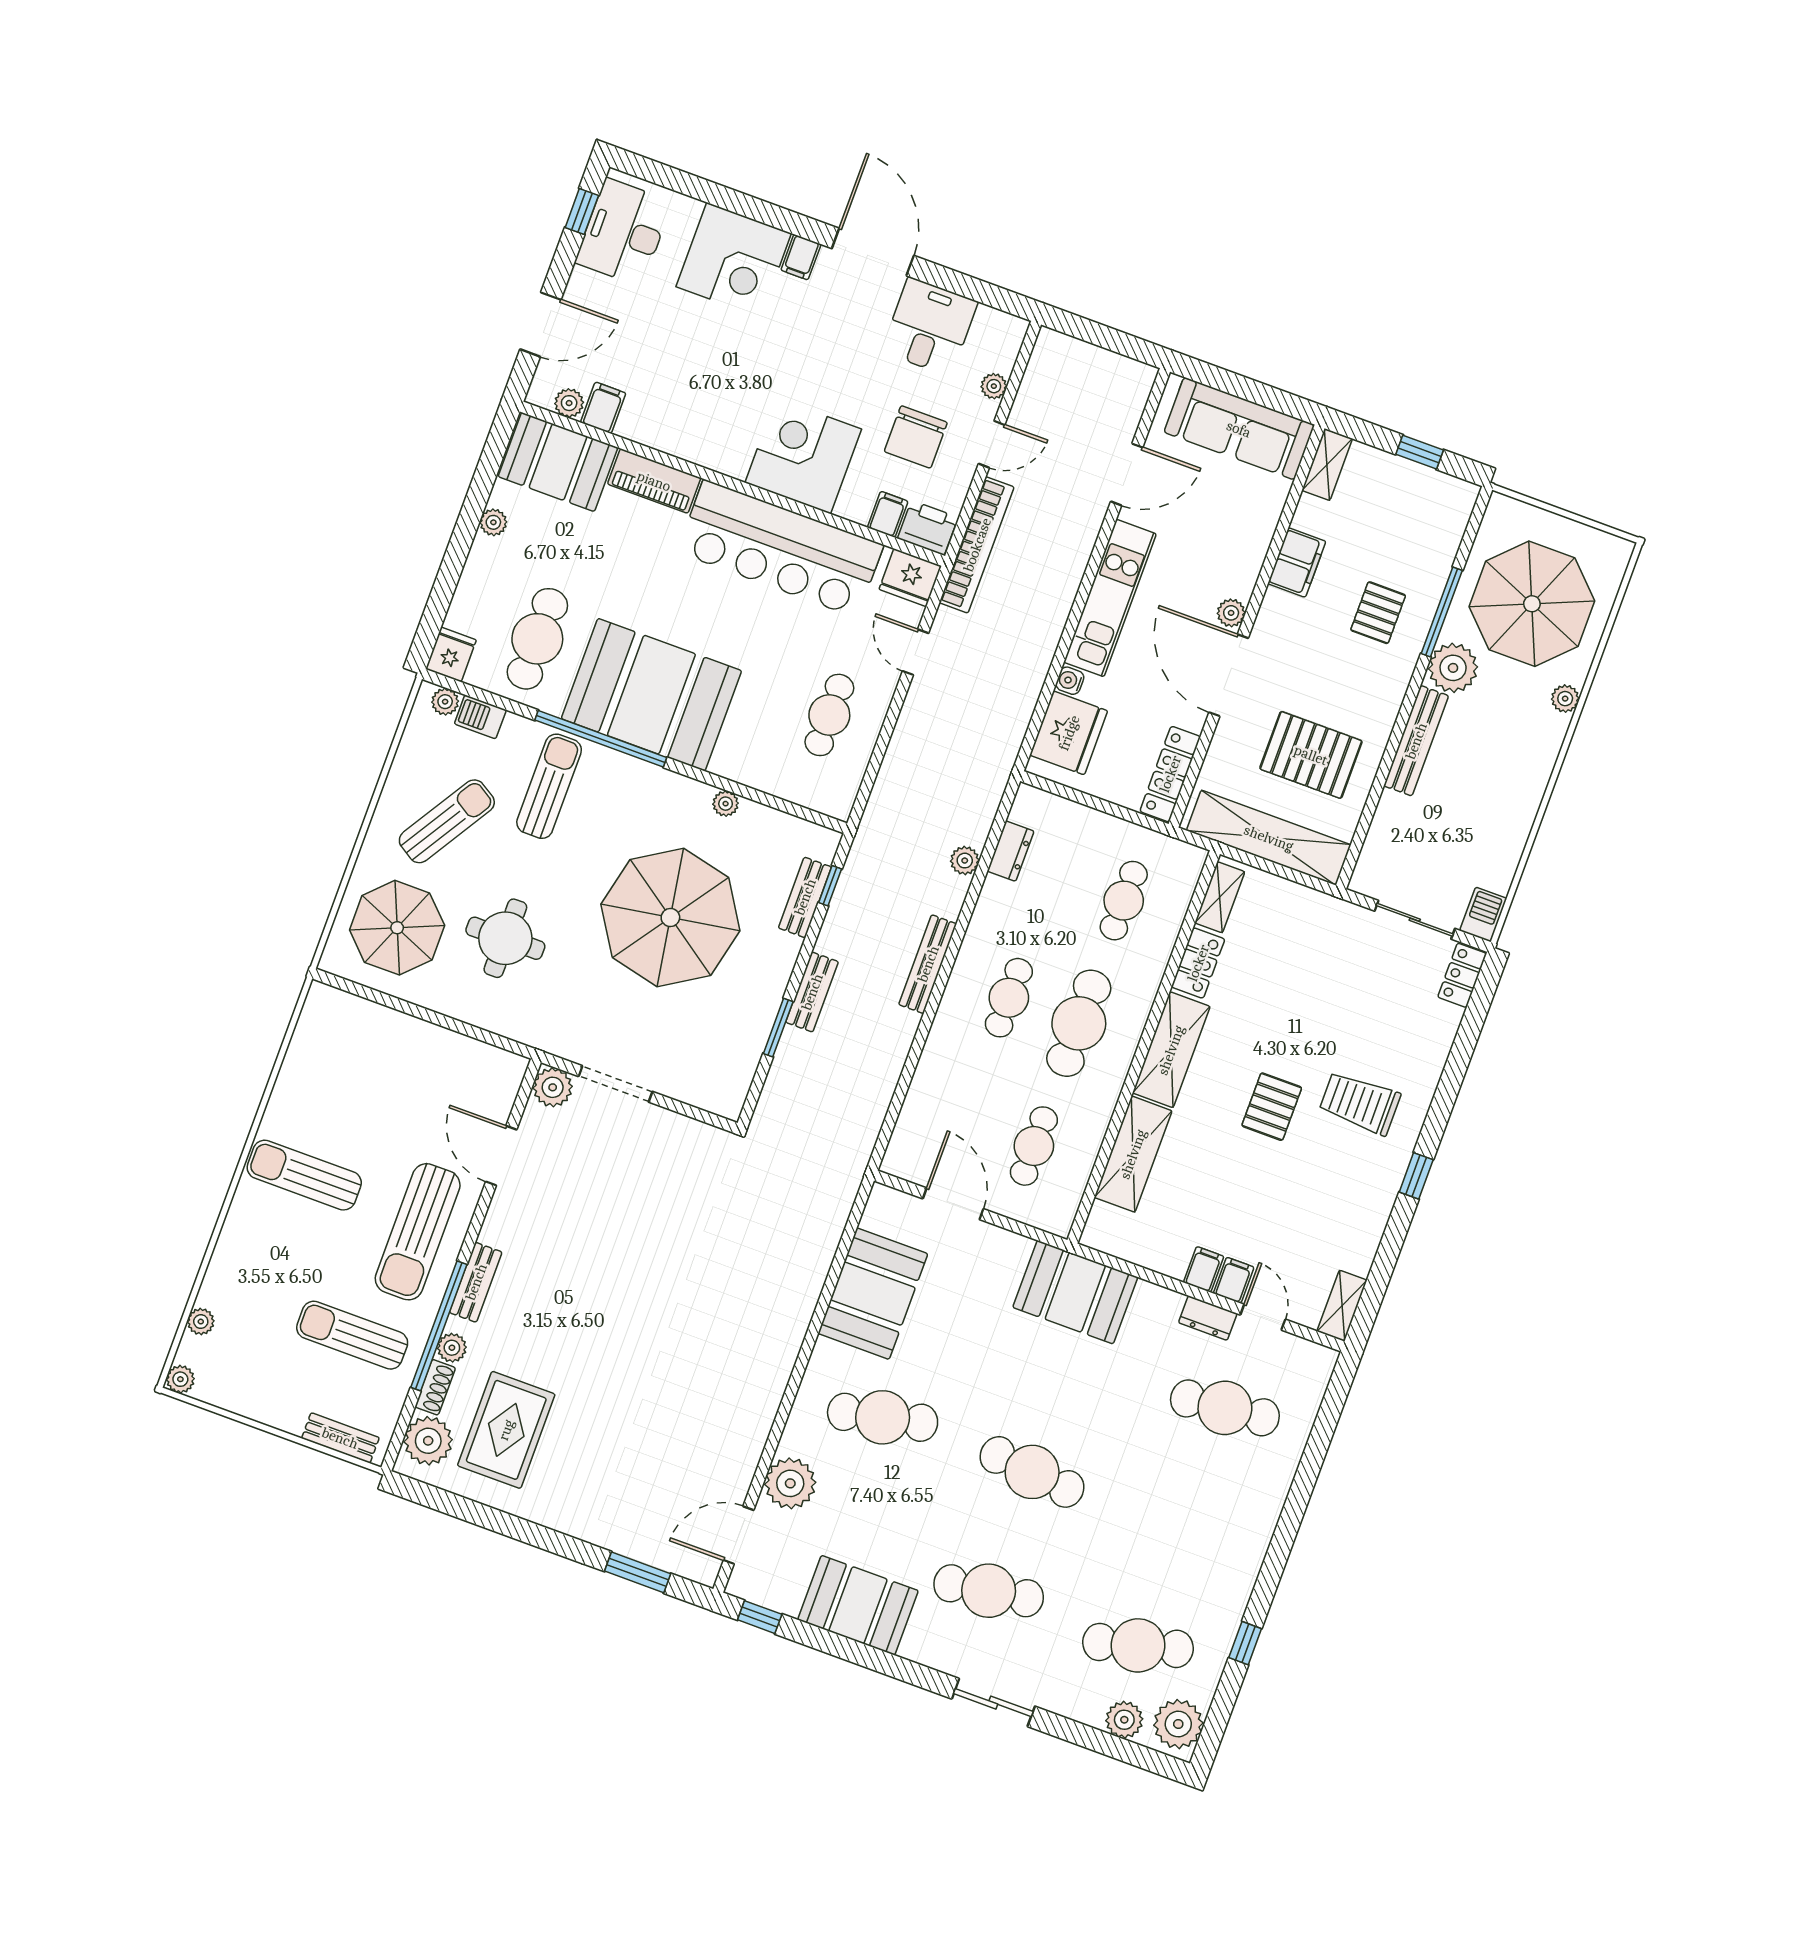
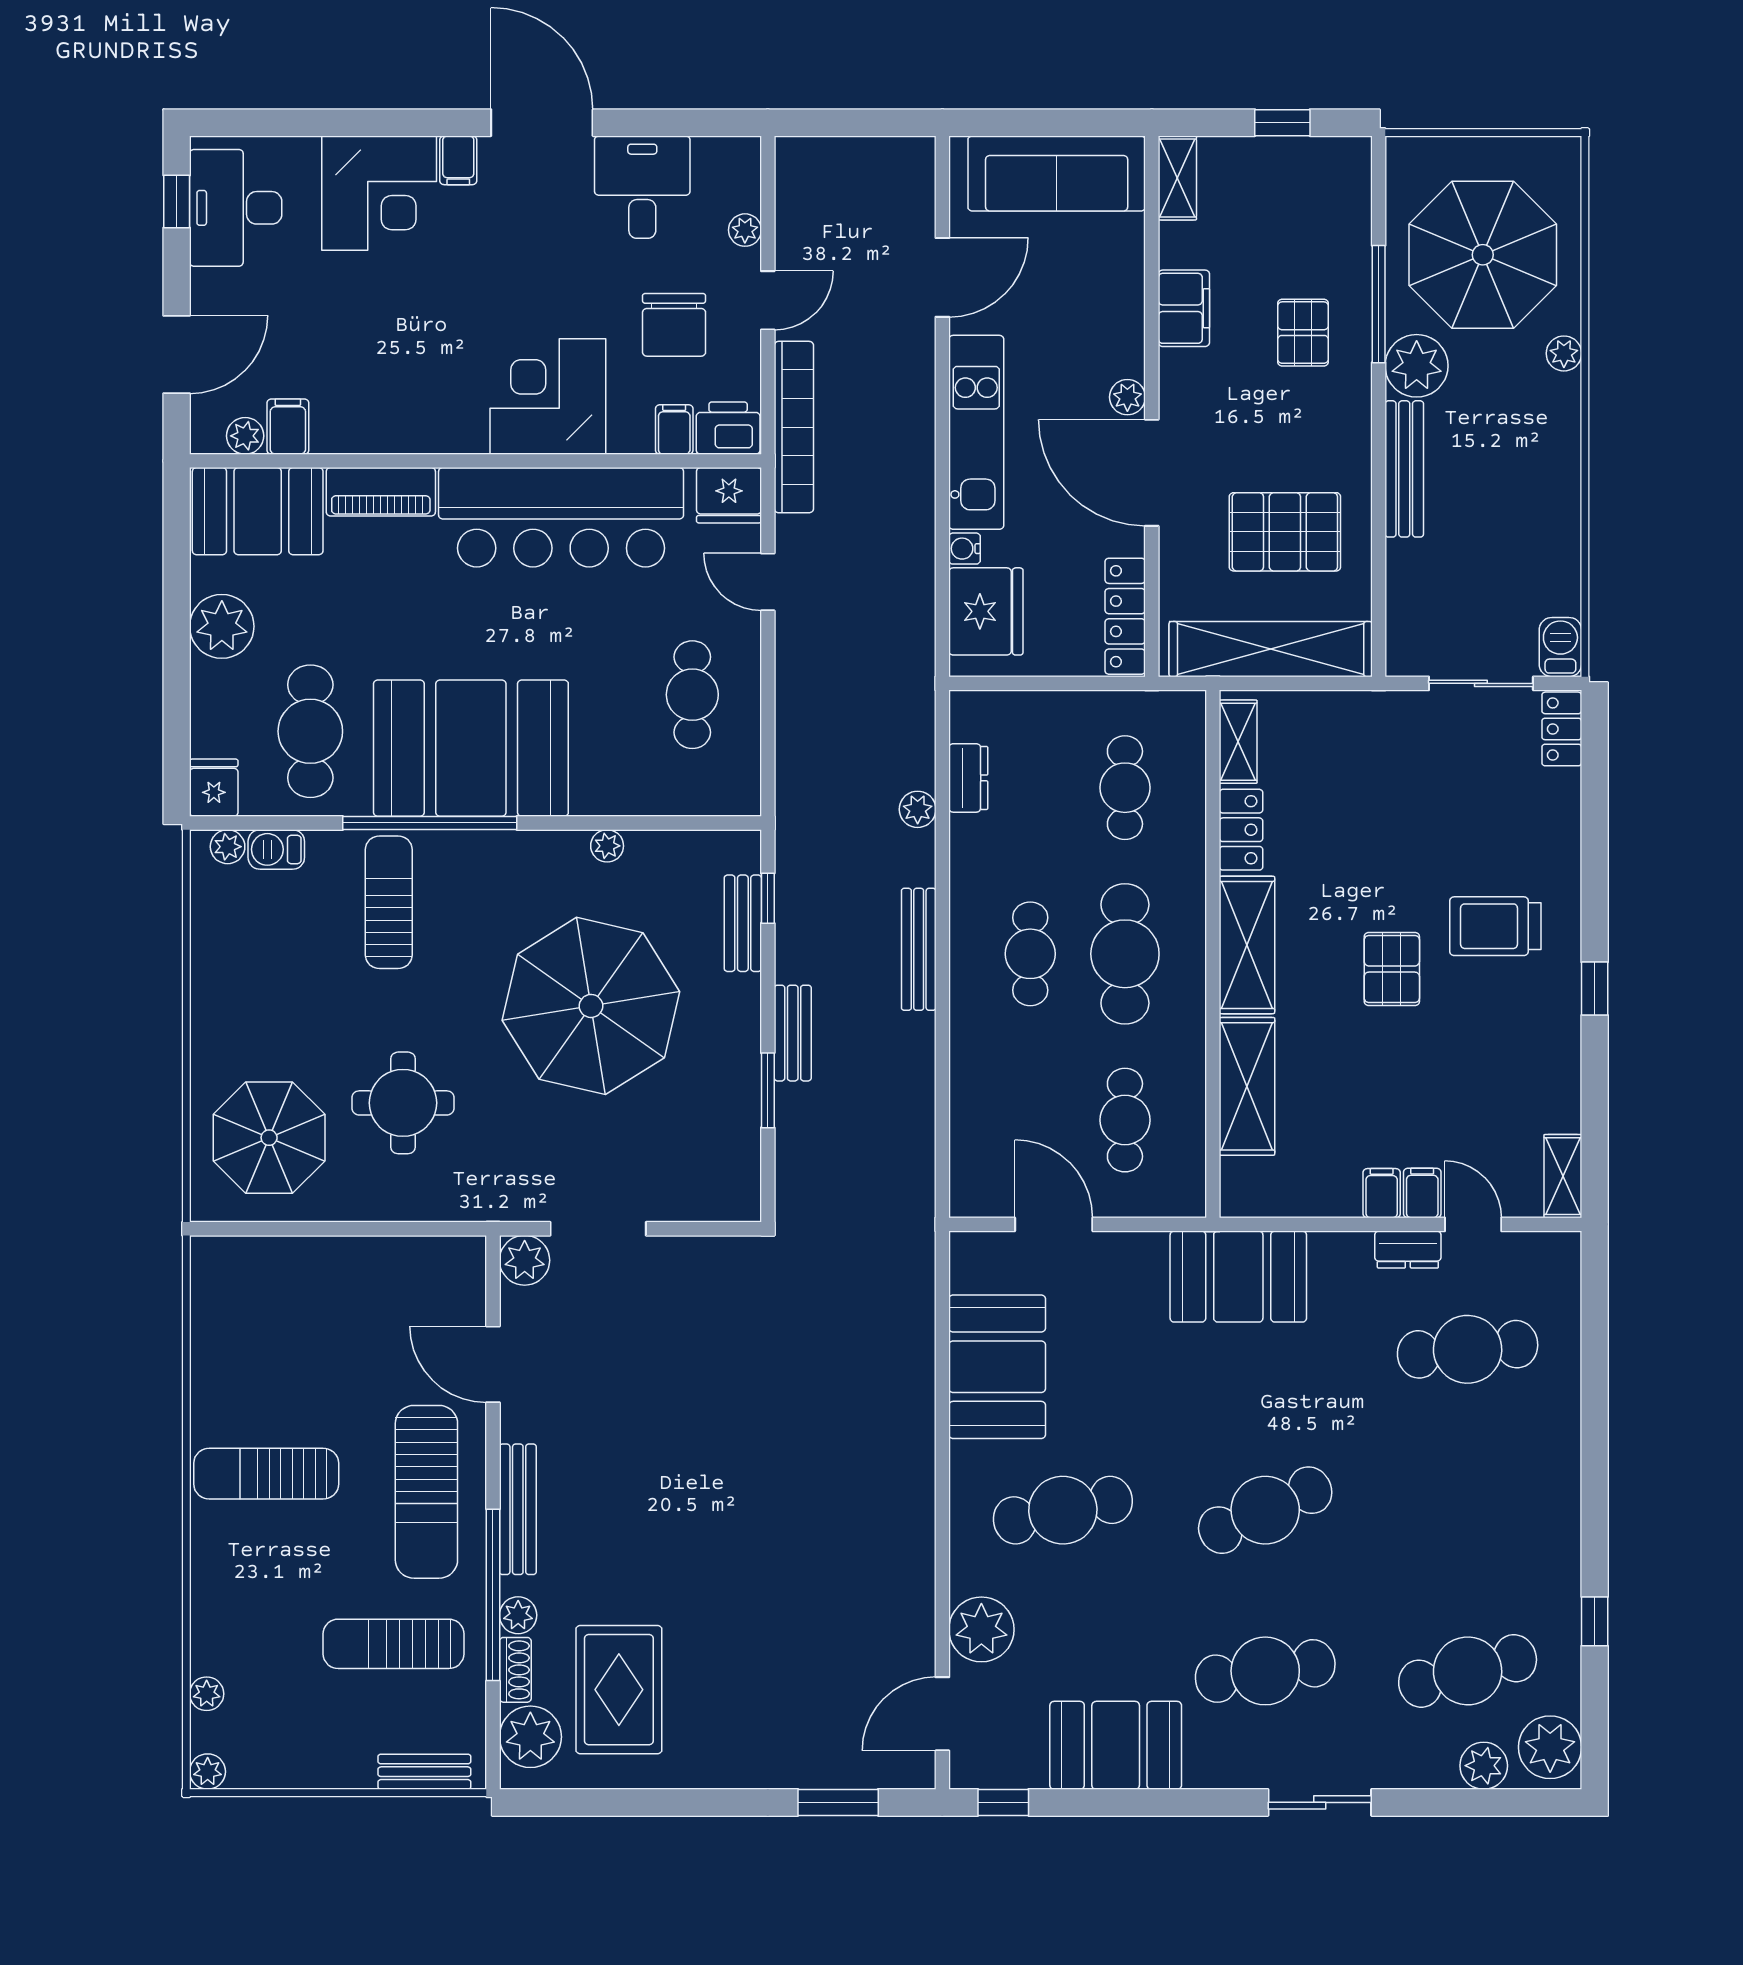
plant: (493, 522) -> (222, 626), width x1.88, depth x1.88
sun lounger: (447, 821) -> (282, 989), removed
bench: (476, 1282) -> (518, 1509), width x1.36
cafe table: (1032, 1472) -> (1265, 1510), turned -30

